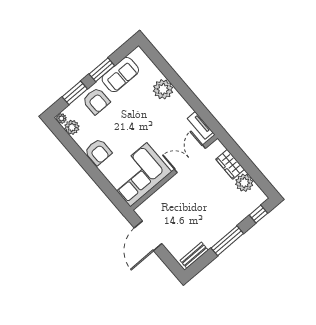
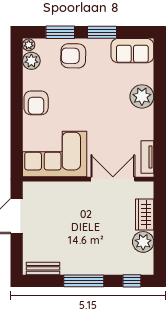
sofa: (120, 75) -> (132, 51), moved
armchair: (96, 101) -> (73, 56), turned 91

